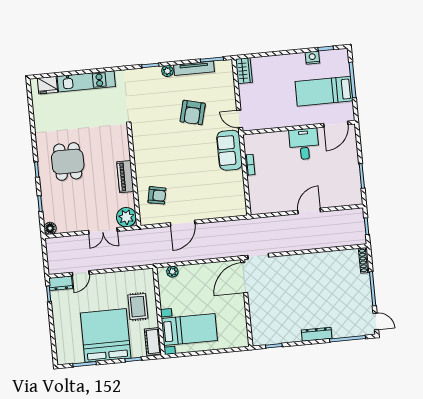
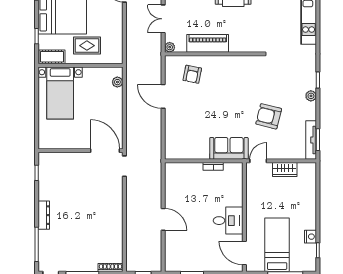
tv unit: (194, 68) -> (311, 140), moved
wardrobe: (244, 71) -> (285, 170), moved
piano: (125, 177) -> (208, 43), width x1.37, depth x1.33
plant: (126, 217) -> (170, 47), width x0.53, depth x0.53

